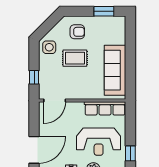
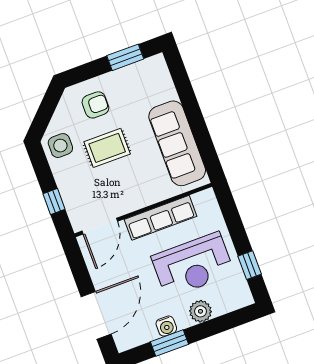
row of seats: (105, 108) -> (160, 218), moved

